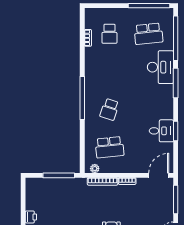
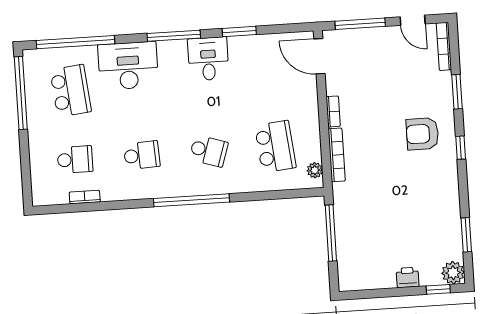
school desk: (109, 72) -> (142, 155), added
window: (176, 83) -> (174, 36), moved
desk: (161, 131) -> (208, 59), moved

